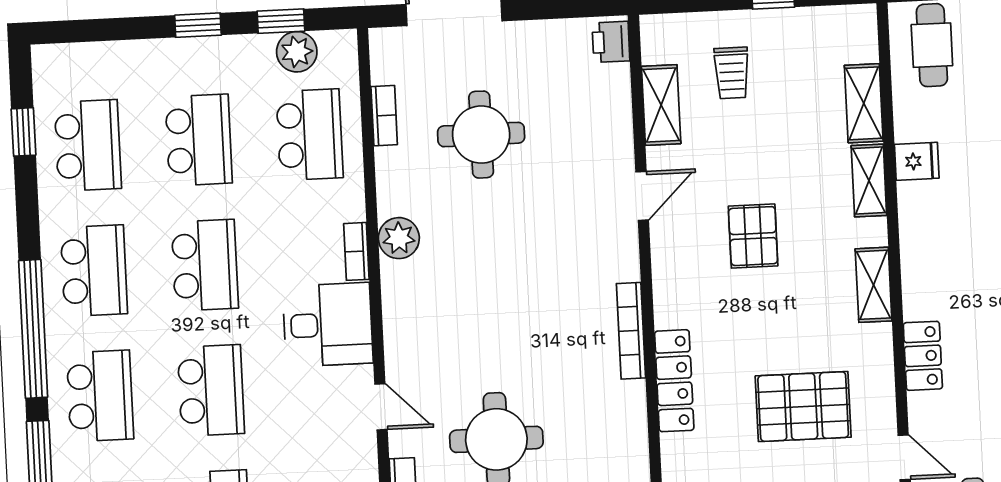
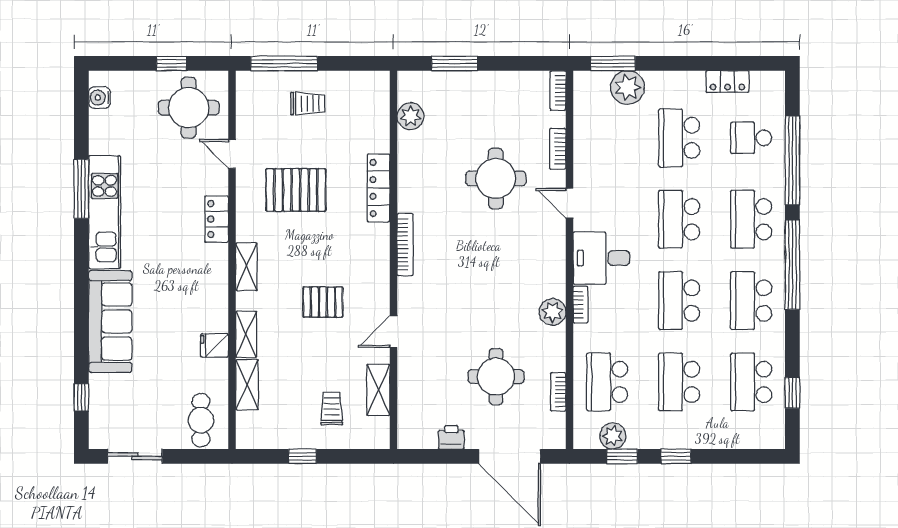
printer: (611, 42) -> (451, 437), moved, turned -90
pallet: (753, 236) -> (323, 302), turned 90
locker: (674, 381) -> (379, 188), moved

